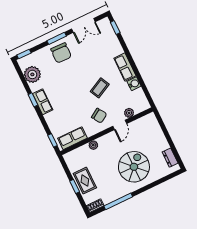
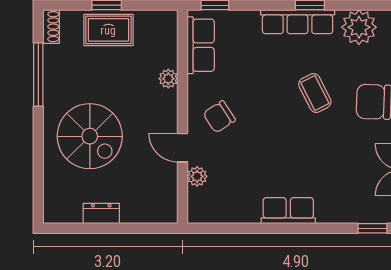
water cooler: (134, 84) -> (248, 213), removed
coffee table: (100, 88) -> (315, 93), moved
row of seats: (43, 102) -> (298, 22), width x1.48
dresser: (170, 158) -> (101, 213), moved

